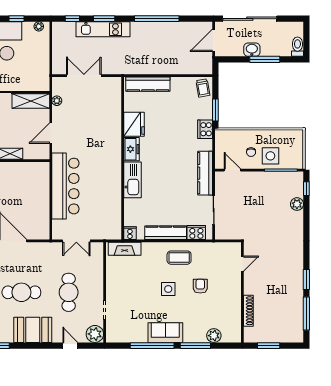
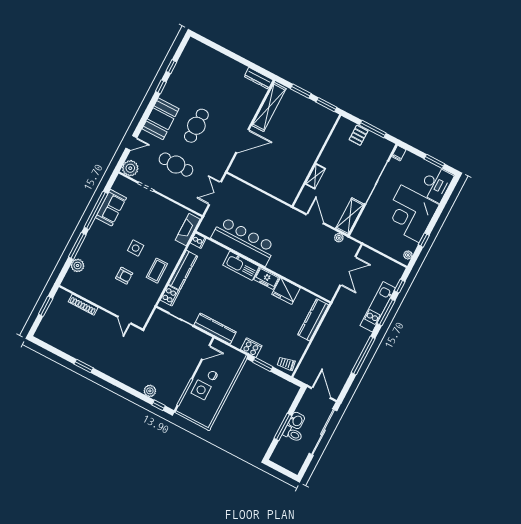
window: (104, 19) -> (386, 312), width x1.44
toilet: (297, 47) -> (293, 434), moved
bar counter: (65, 186) -> (244, 241), moved, turned 180
window: (306, 314) -> (56, 351), removed
sofa: (165, 333) -> (111, 208), moved

